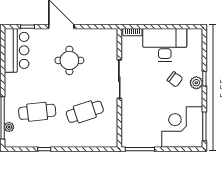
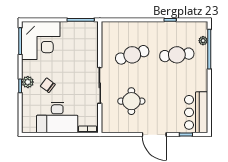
round table: (69, 60) -> (131, 101), moved

